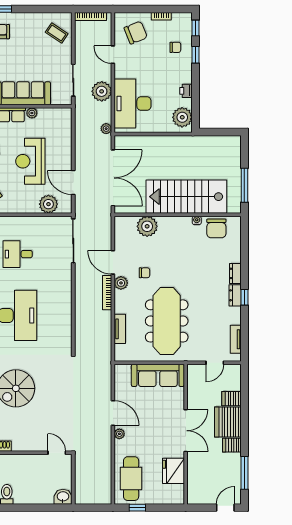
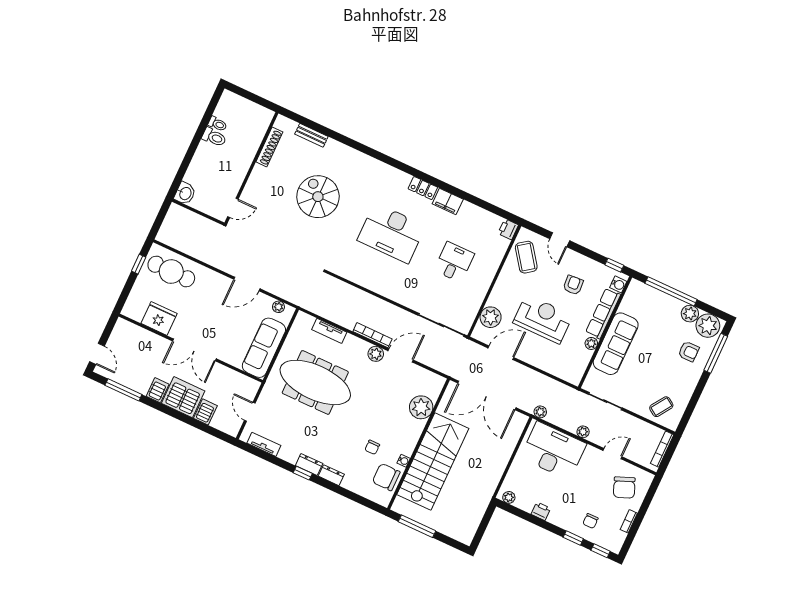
plant: (102, 91) -> (583, 432), width x0.53, depth x0.53
plant: (182, 117) -> (509, 497), width x0.53, depth x0.53
chair: (145, 273) -> (372, 447), moved
plant: (119, 434) -> (278, 307), moved

